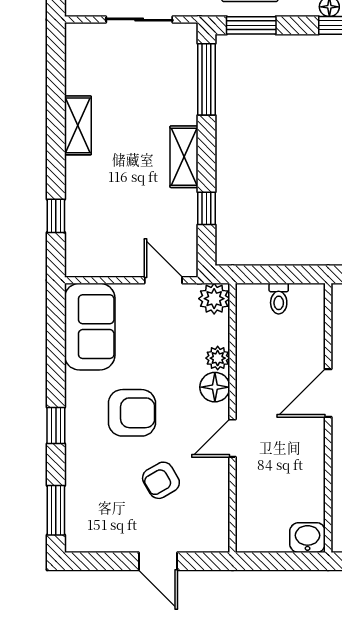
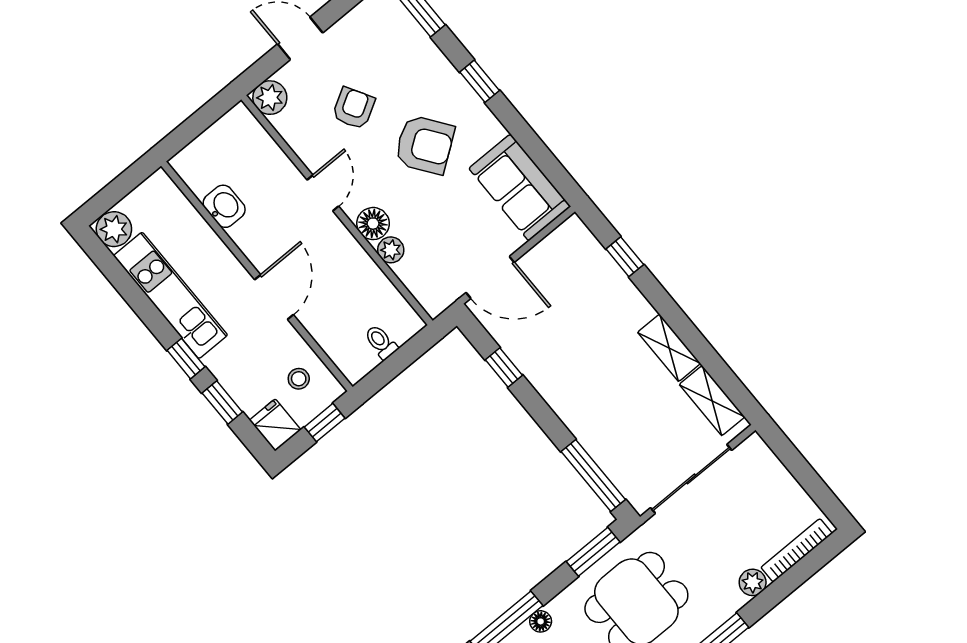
sliding door: (139, 20) -> (691, 479), width x1.37
shelving: (184, 157) -> (712, 401), moved
door: (163, 280) -> (490, 277), width x1.38
plant: (214, 299) -> (270, 98), moved
armchair: (132, 413) -> (425, 145), turned -126
washbasin: (308, 538) -> (224, 206), moved, turned -90

